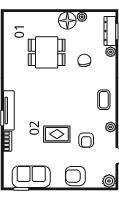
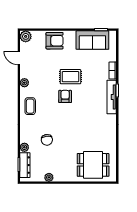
floor lamp: (67, 21) -> (61, 174), removed
dining table: (47, 52) -> (93, 165), moved
armchair: (86, 140) -> (65, 96), moved

